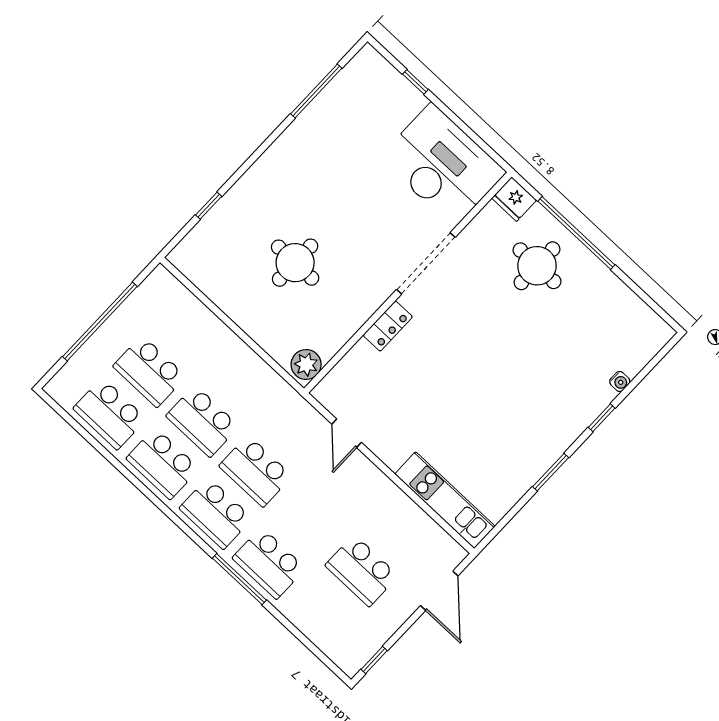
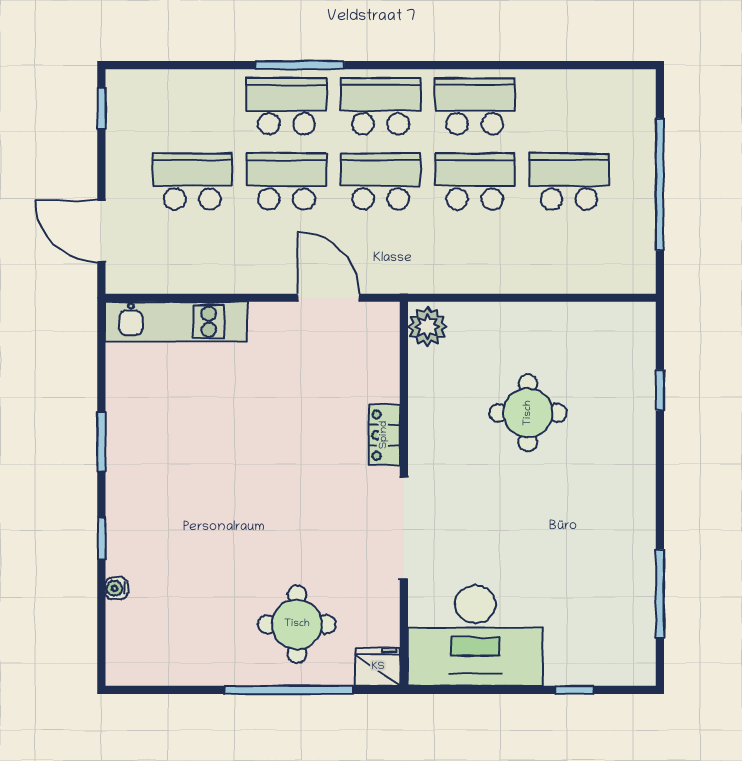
school desk: (110, 414) -> (286, 181), moved
door: (347, 433) -> (328, 298), width x1.38

